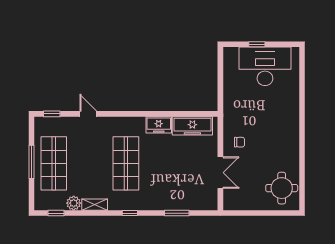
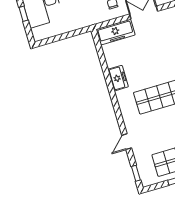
freezer: (192, 126) -> (116, 32), moved, turned 90

